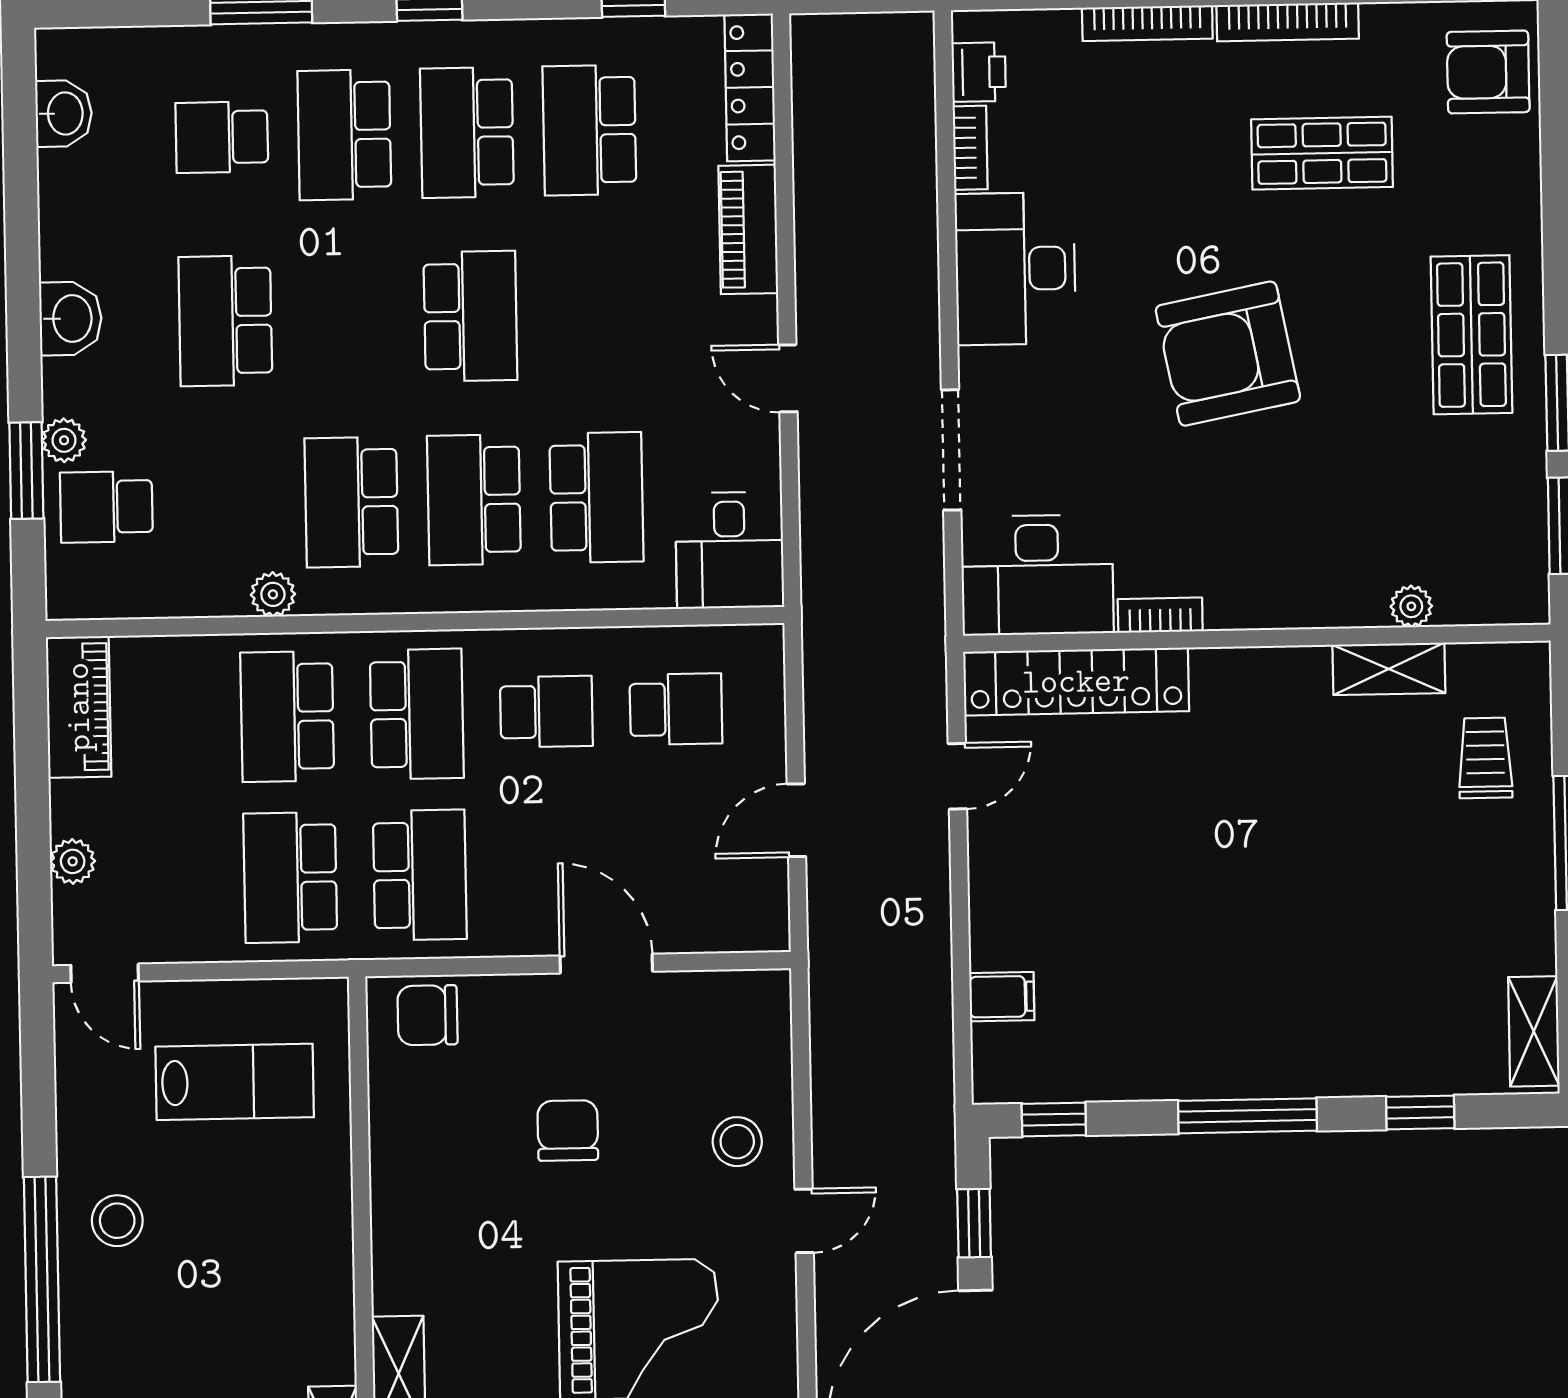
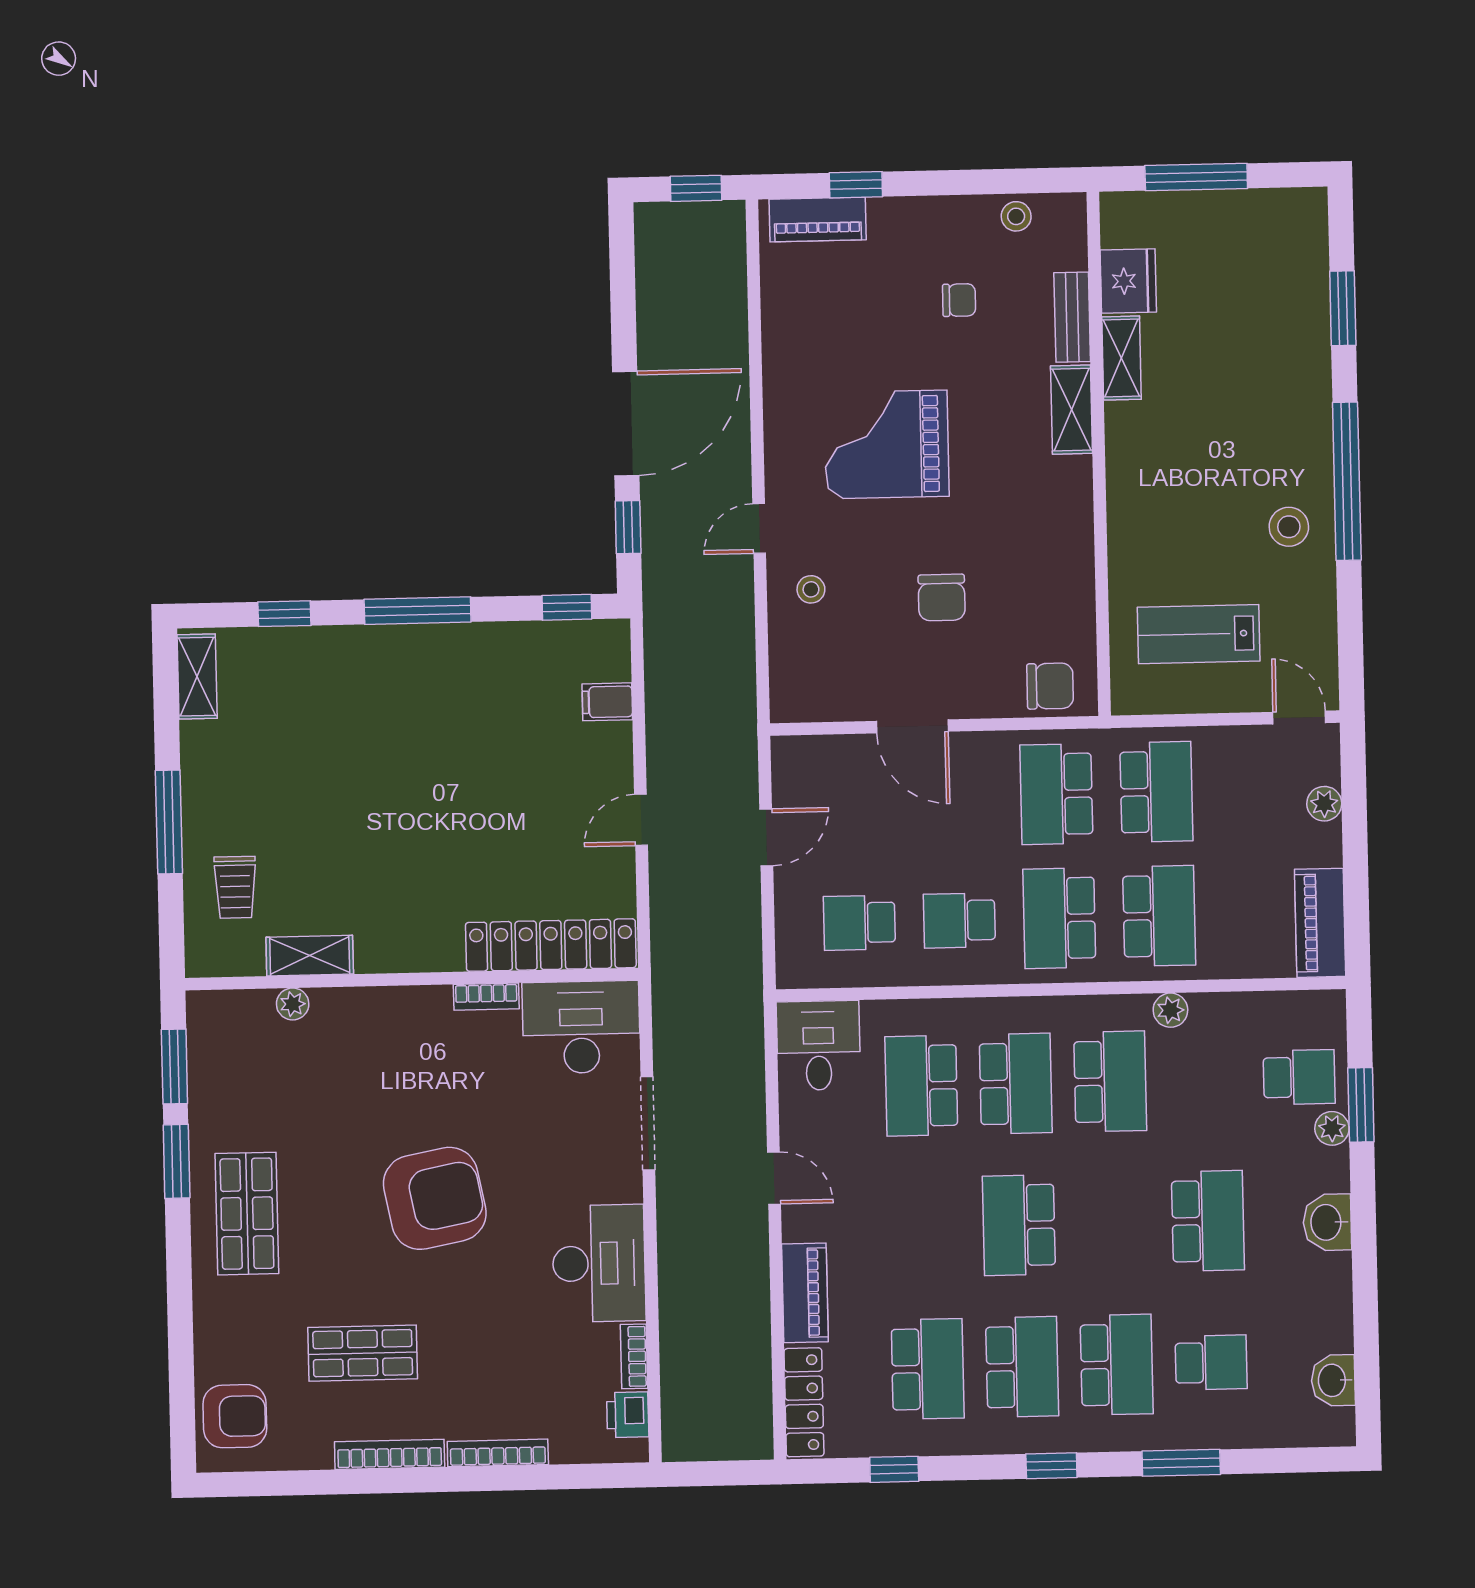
door: (957, 776) -> (641, 820), moved
stool: (737, 1142) -> (811, 589), width x0.73, depth x0.73

